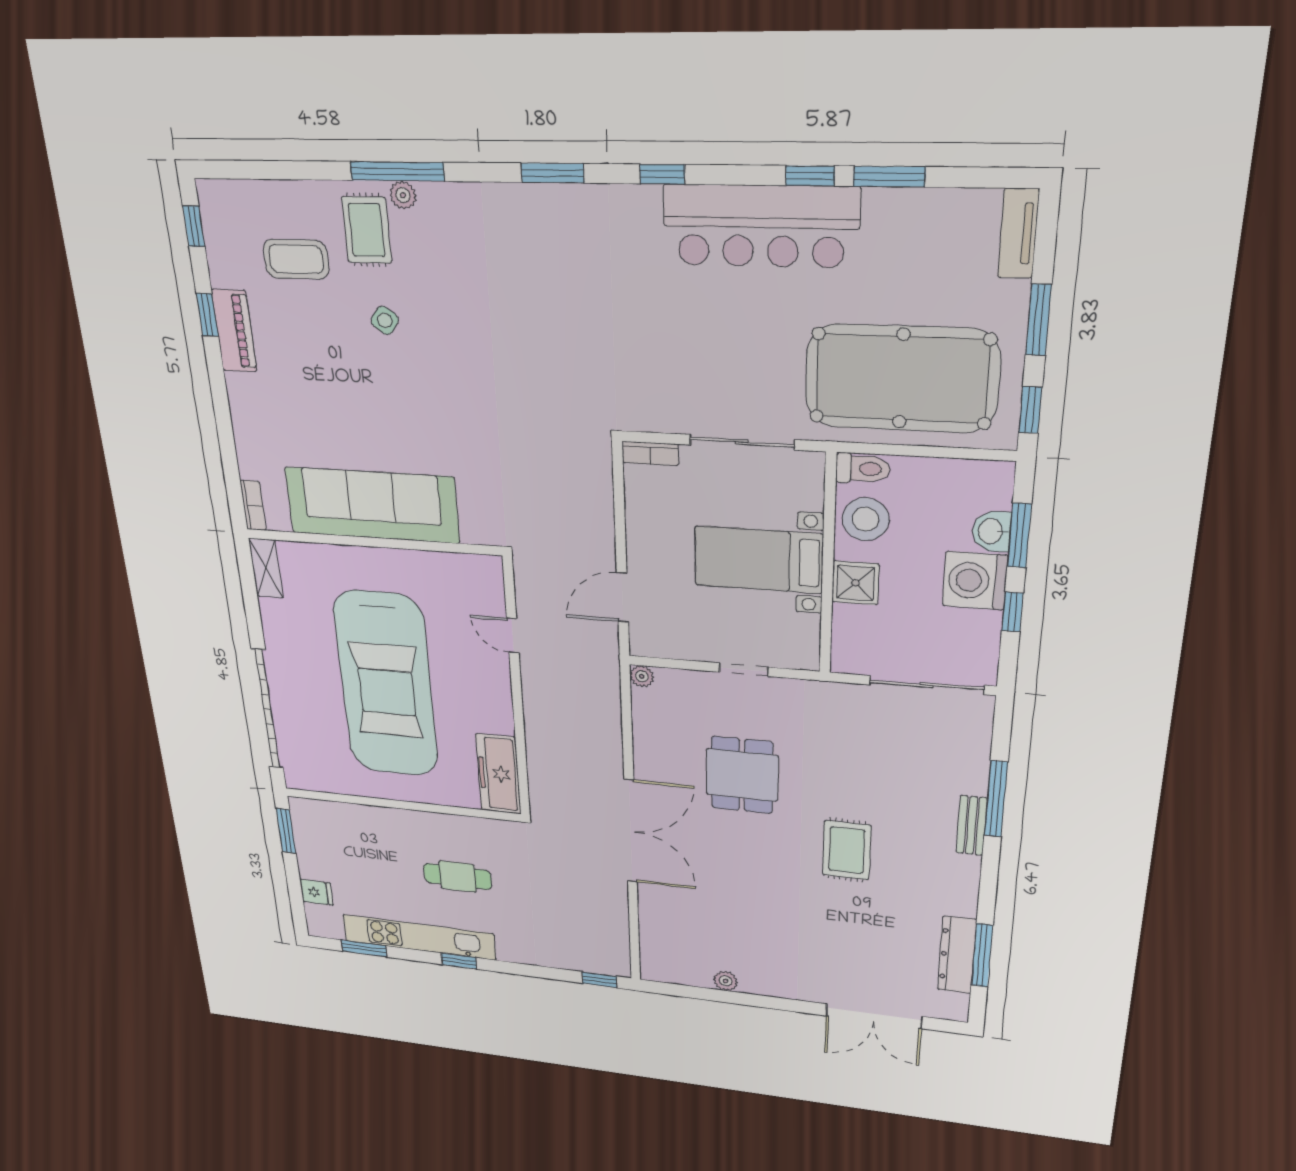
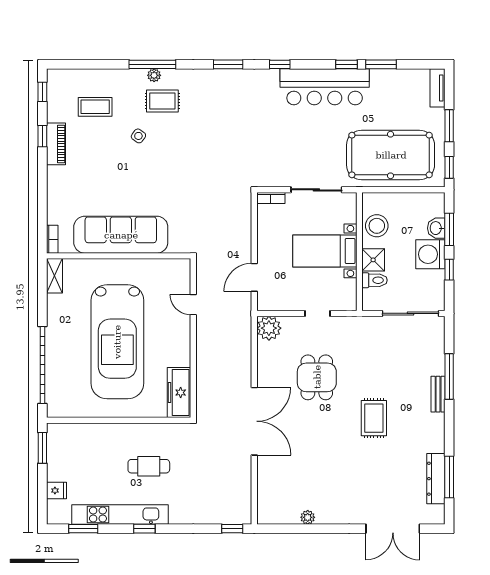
rug: (367, 230) -> (162, 101), moved, turned 90
toilet: (863, 469) -> (375, 280), moved
plant: (642, 676) -> (269, 328), width x1.88, depth x1.88

